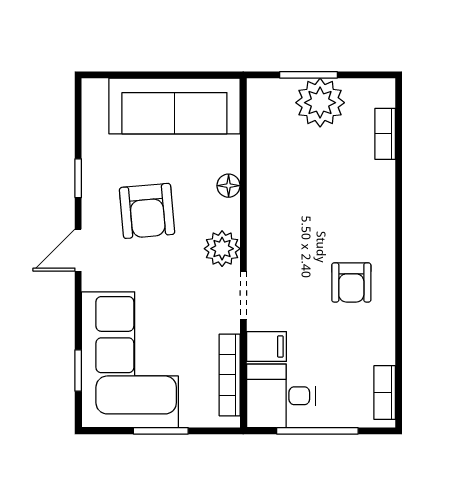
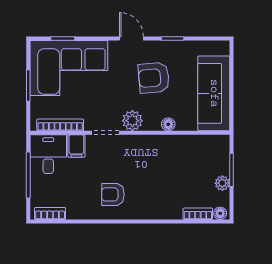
floor lamp: (384, 95) -> (220, 213), added
plant: (320, 103) -> (222, 183), width x0.53, depth x0.53

